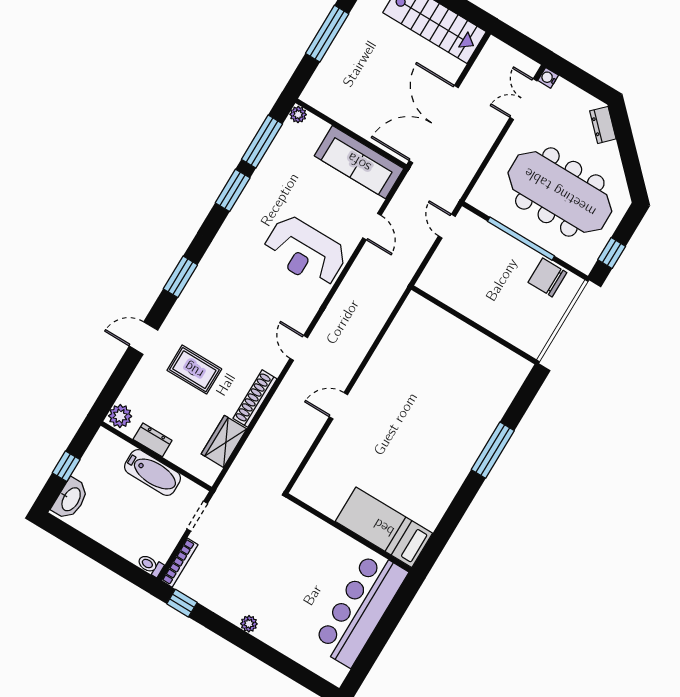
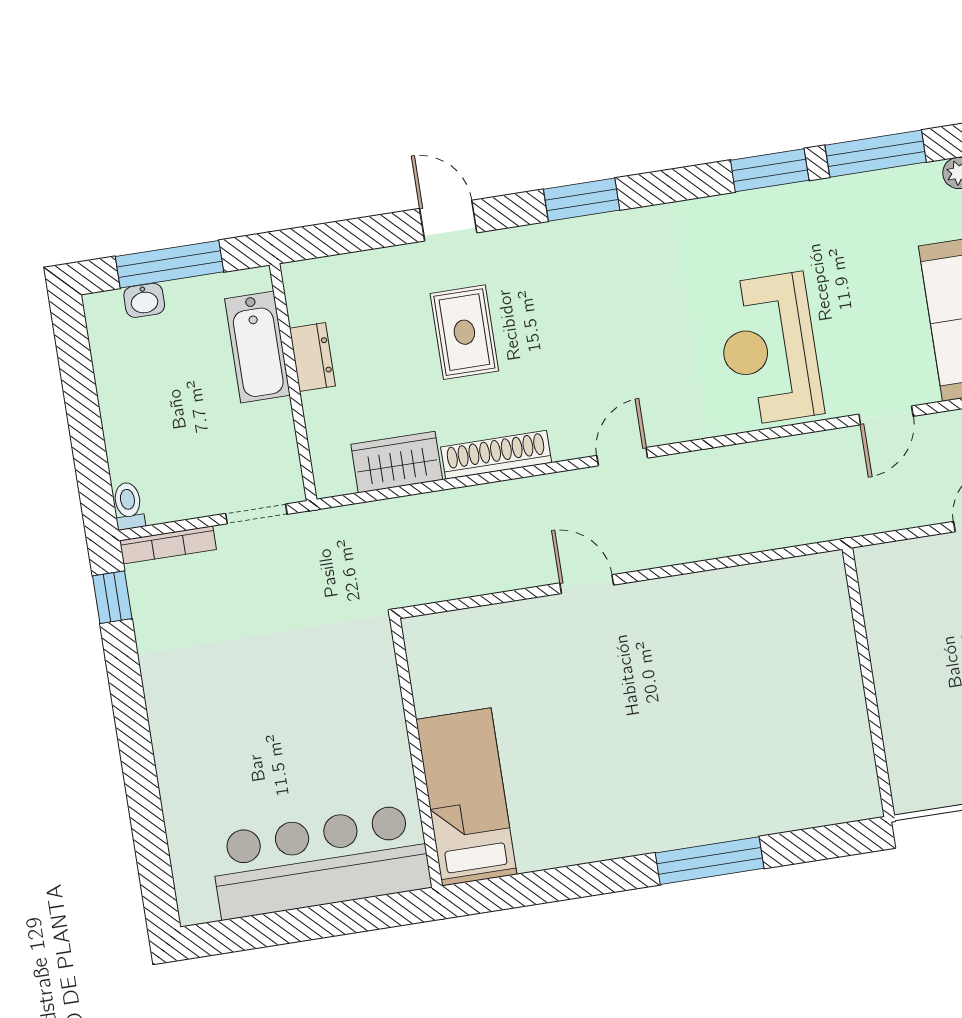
plant: (120, 416) -> (307, 281), removed
window: (66, 466) -> (169, 264), width x2.17
bathtub: (153, 473) -> (257, 347), moved
washbasin: (70, 499) -> (144, 300), width x0.52, depth x0.69
plant: (249, 624) -> (164, 719), removed

